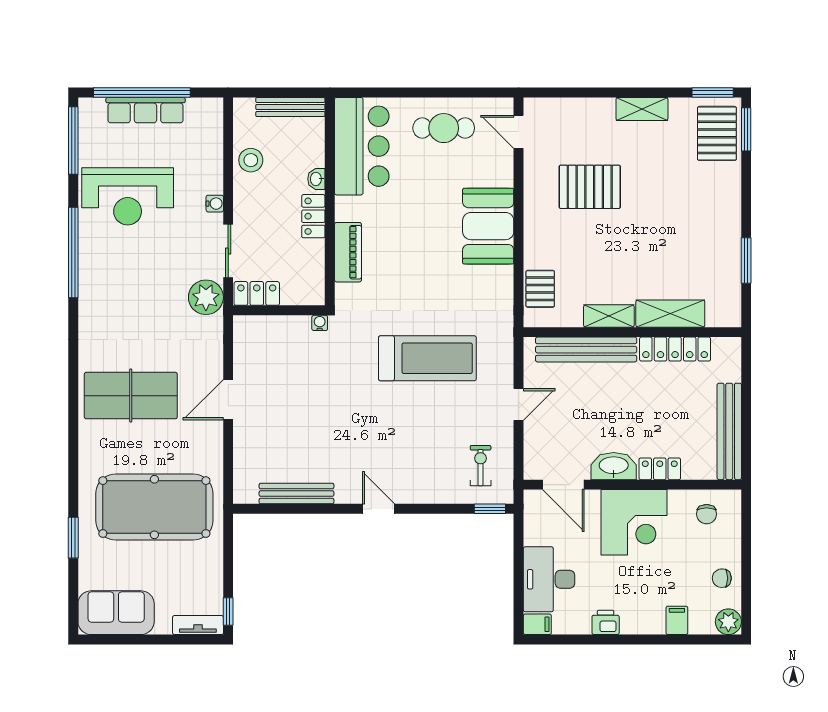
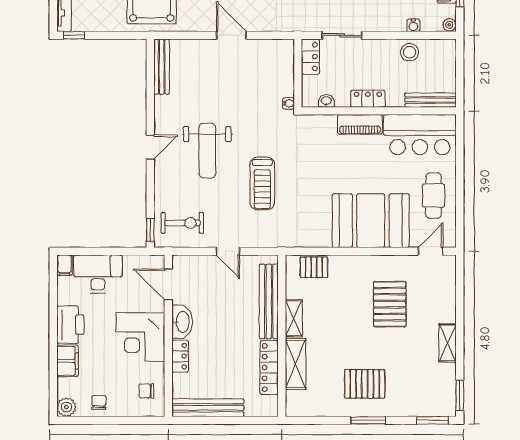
bench: (290, 107) -> (431, 100), moved, turned 90
pallet: (717, 133) -> (365, 384), moved
washbasin: (316, 179) -> (326, 101), moved
water cooler: (215, 204) -> (413, 25), moved
booth: (488, 226) -> (371, 221), width x1.36, depth x1.42
piano: (348, 252) -> (360, 124), moved
window: (746, 260) -> (368, 420), moved
plant: (206, 297) -> (449, 25), moved, width x0.53, depth x0.53
treadmill: (427, 358) -> (262, 183), width x0.73, depth x0.73
weight bench: (383, 432) -> (207, 151), added
exercise bike: (481, 466) -> (182, 223), width x1.38, depth x1.39
door: (563, 485) -> (168, 284), hinge flipped
bench: (296, 494) -> (162, 67), moved
filing cabinet: (677, 620) -> (67, 361), width x2.00
printer: (606, 622) -> (70, 325), width x1.87, depth x1.48

